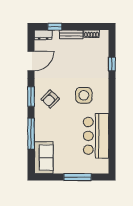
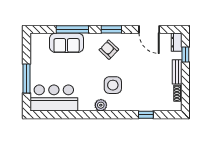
plant: (103, 107) -> (101, 105), added
bar counter: (96, 136) -> (54, 98), moved
sofa: (44, 158) -> (67, 43), moved

